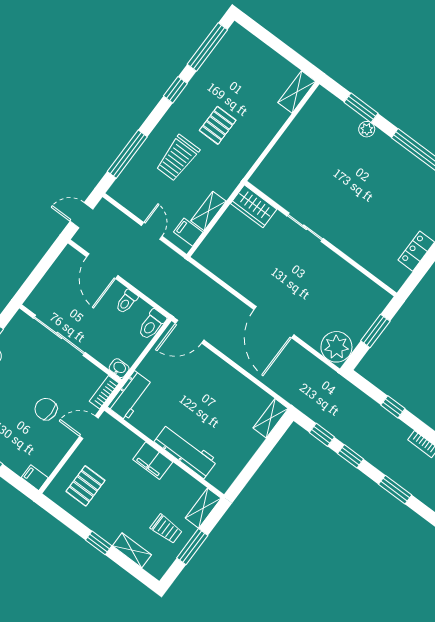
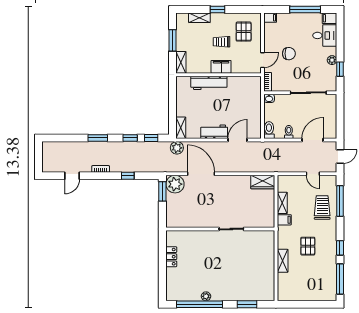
shelving: (297, 92) -> (283, 261), moved
plant: (367, 129) -> (206, 296), moved
trolley: (178, 158) -> (322, 207), moved
wardrobe: (254, 206) -> (263, 182), moved, turned 180
door: (152, 231) -> (313, 174), moved
filing cabinet: (188, 232) -> (284, 220), moved
door: (102, 266) -> (312, 140), hinge flipped
door: (274, 322) -> (201, 174), moved
window: (375, 331) -> (162, 191), moved
door: (190, 332) -> (238, 140), moved
plant: (297, 395) -> (177, 148), added
workbench: (130, 396) -> (214, 132), moved, turned 90
trolley: (166, 529) -> (221, 42), moved

